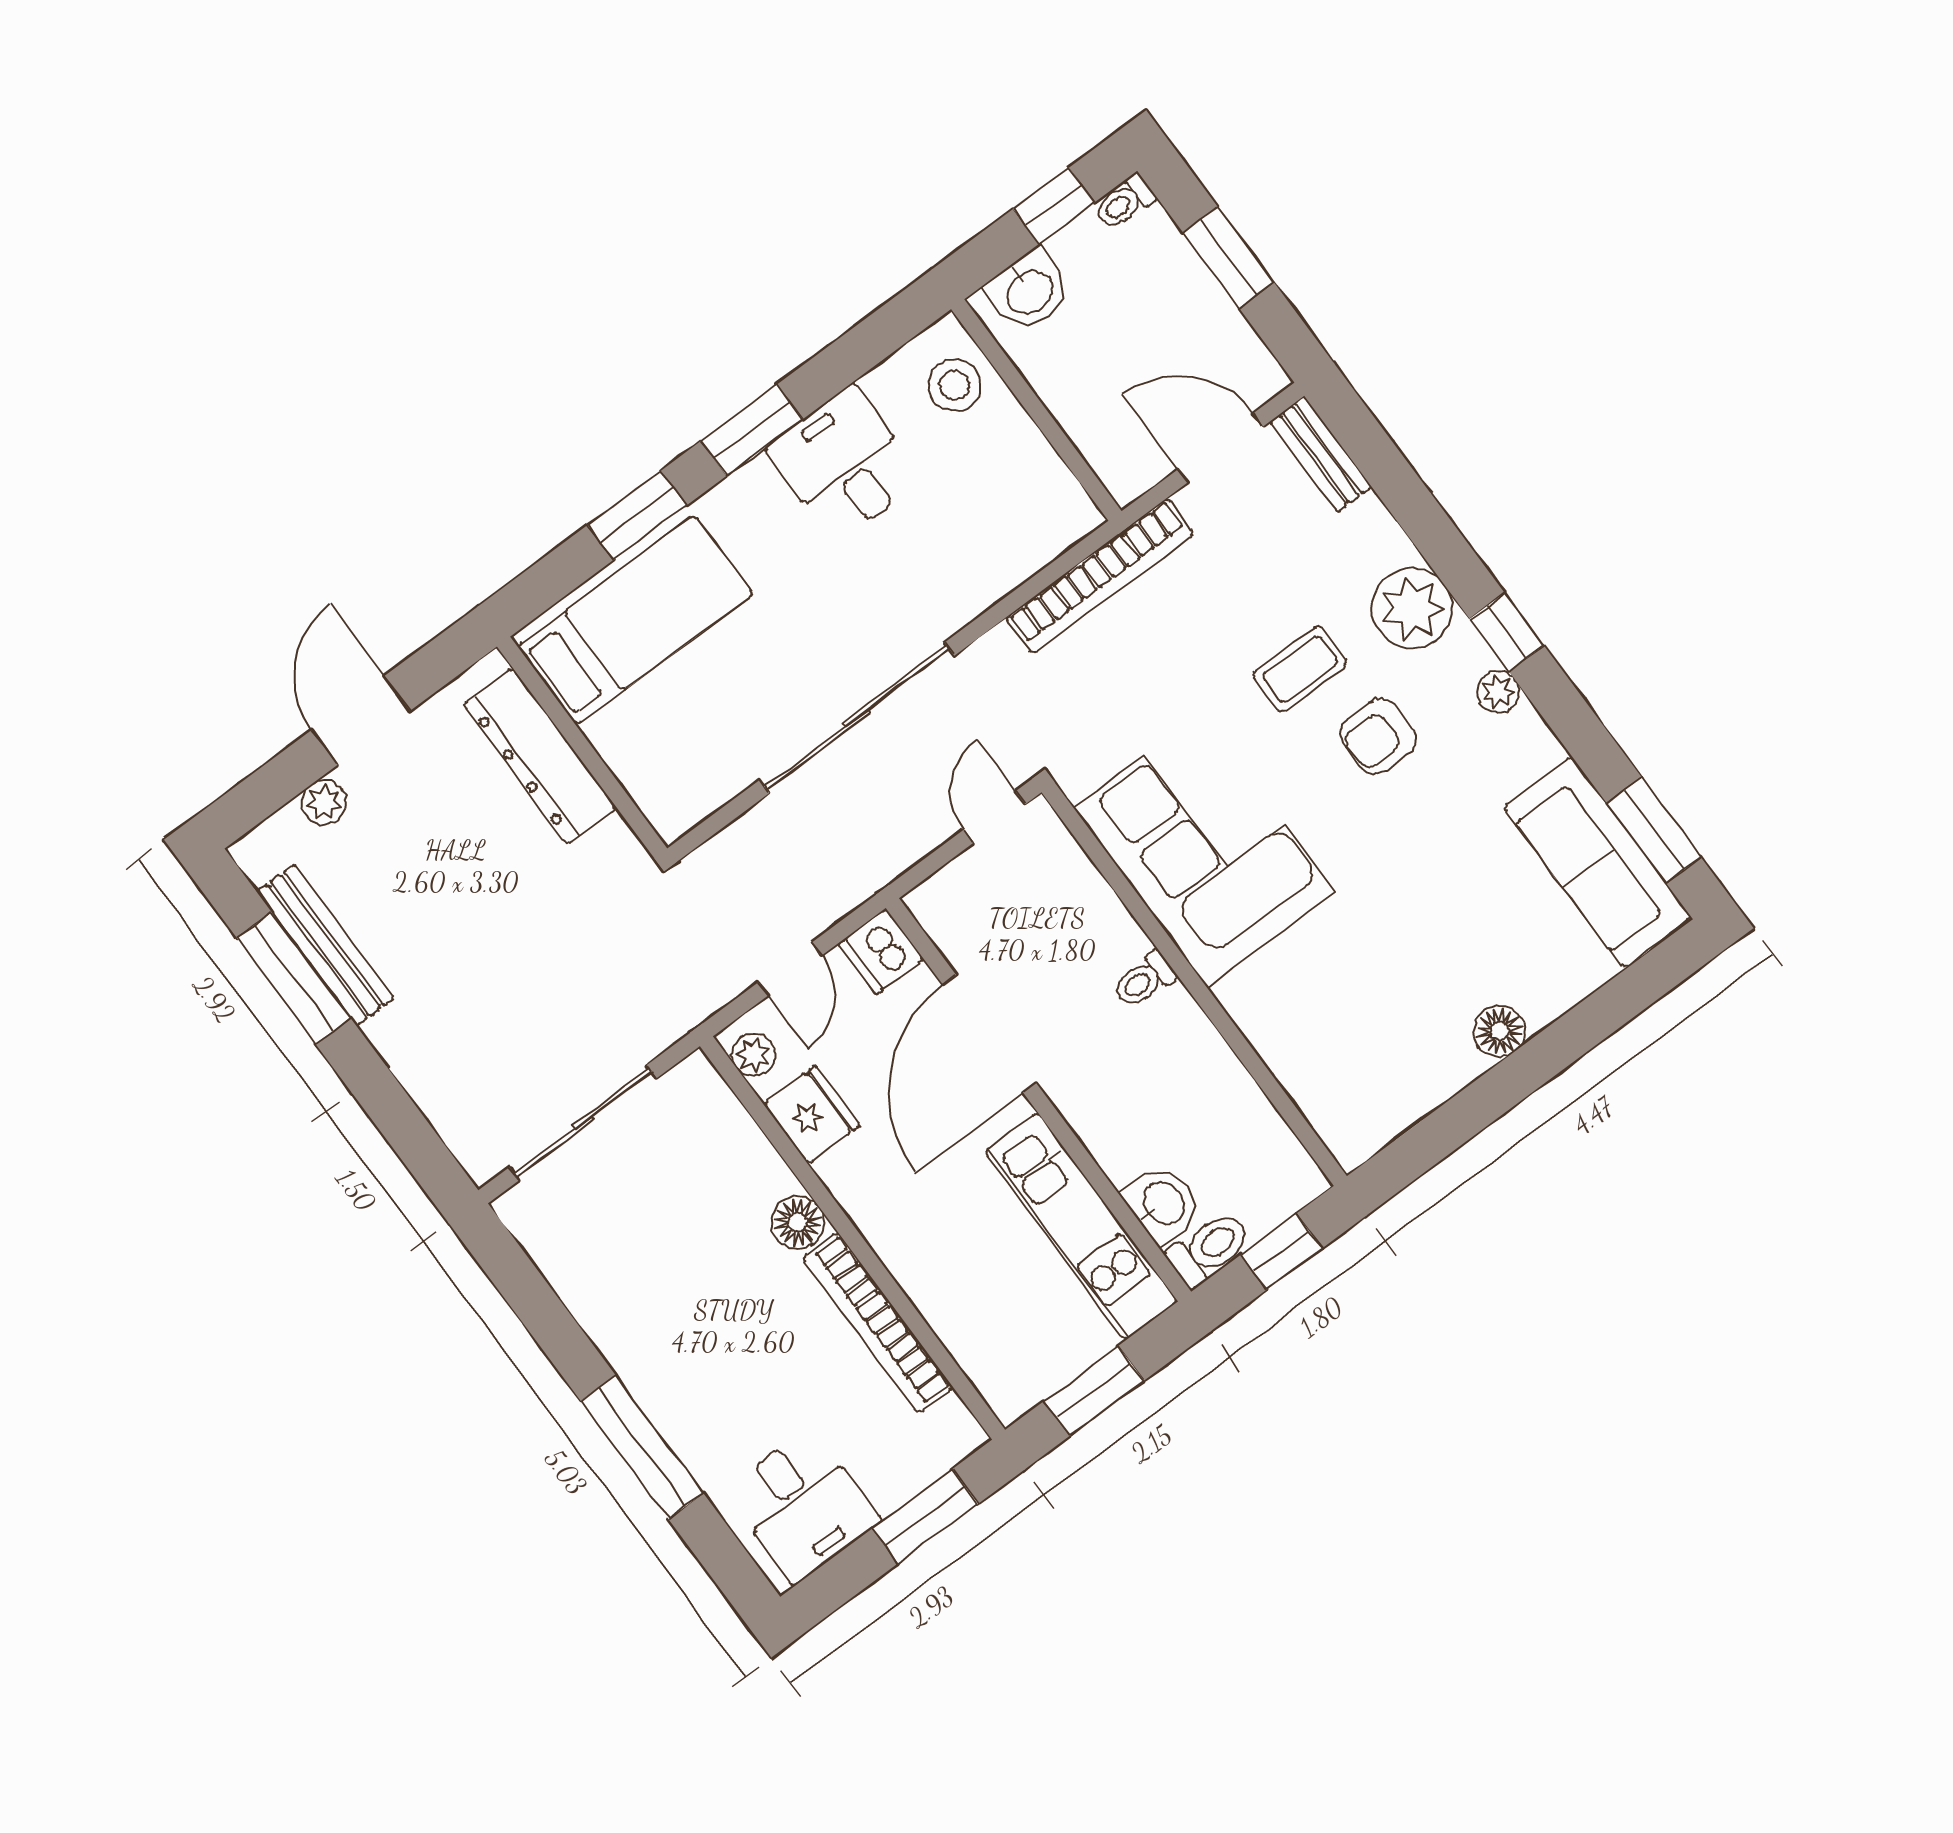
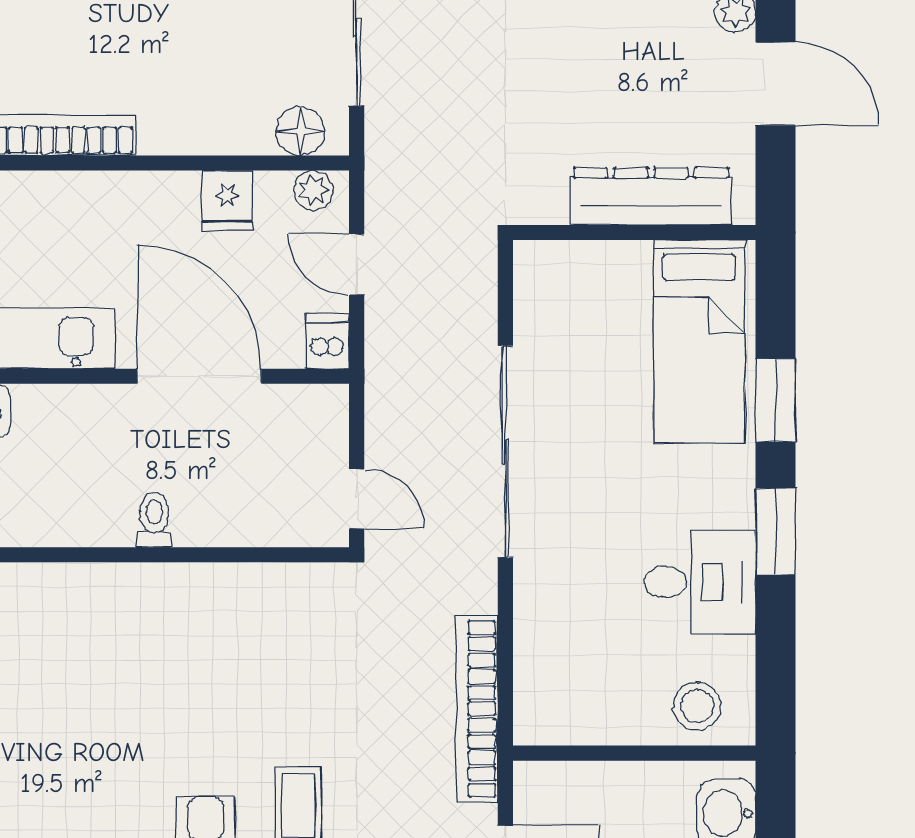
corner sofa: (1204, 850) -> (217, 636), removed
dishwasher: (881, 952) -> (328, 341), width x0.73
fridge: (812, 1115) -> (227, 200), width x0.72
floor lamp: (798, 1222) -> (300, 131), moved

